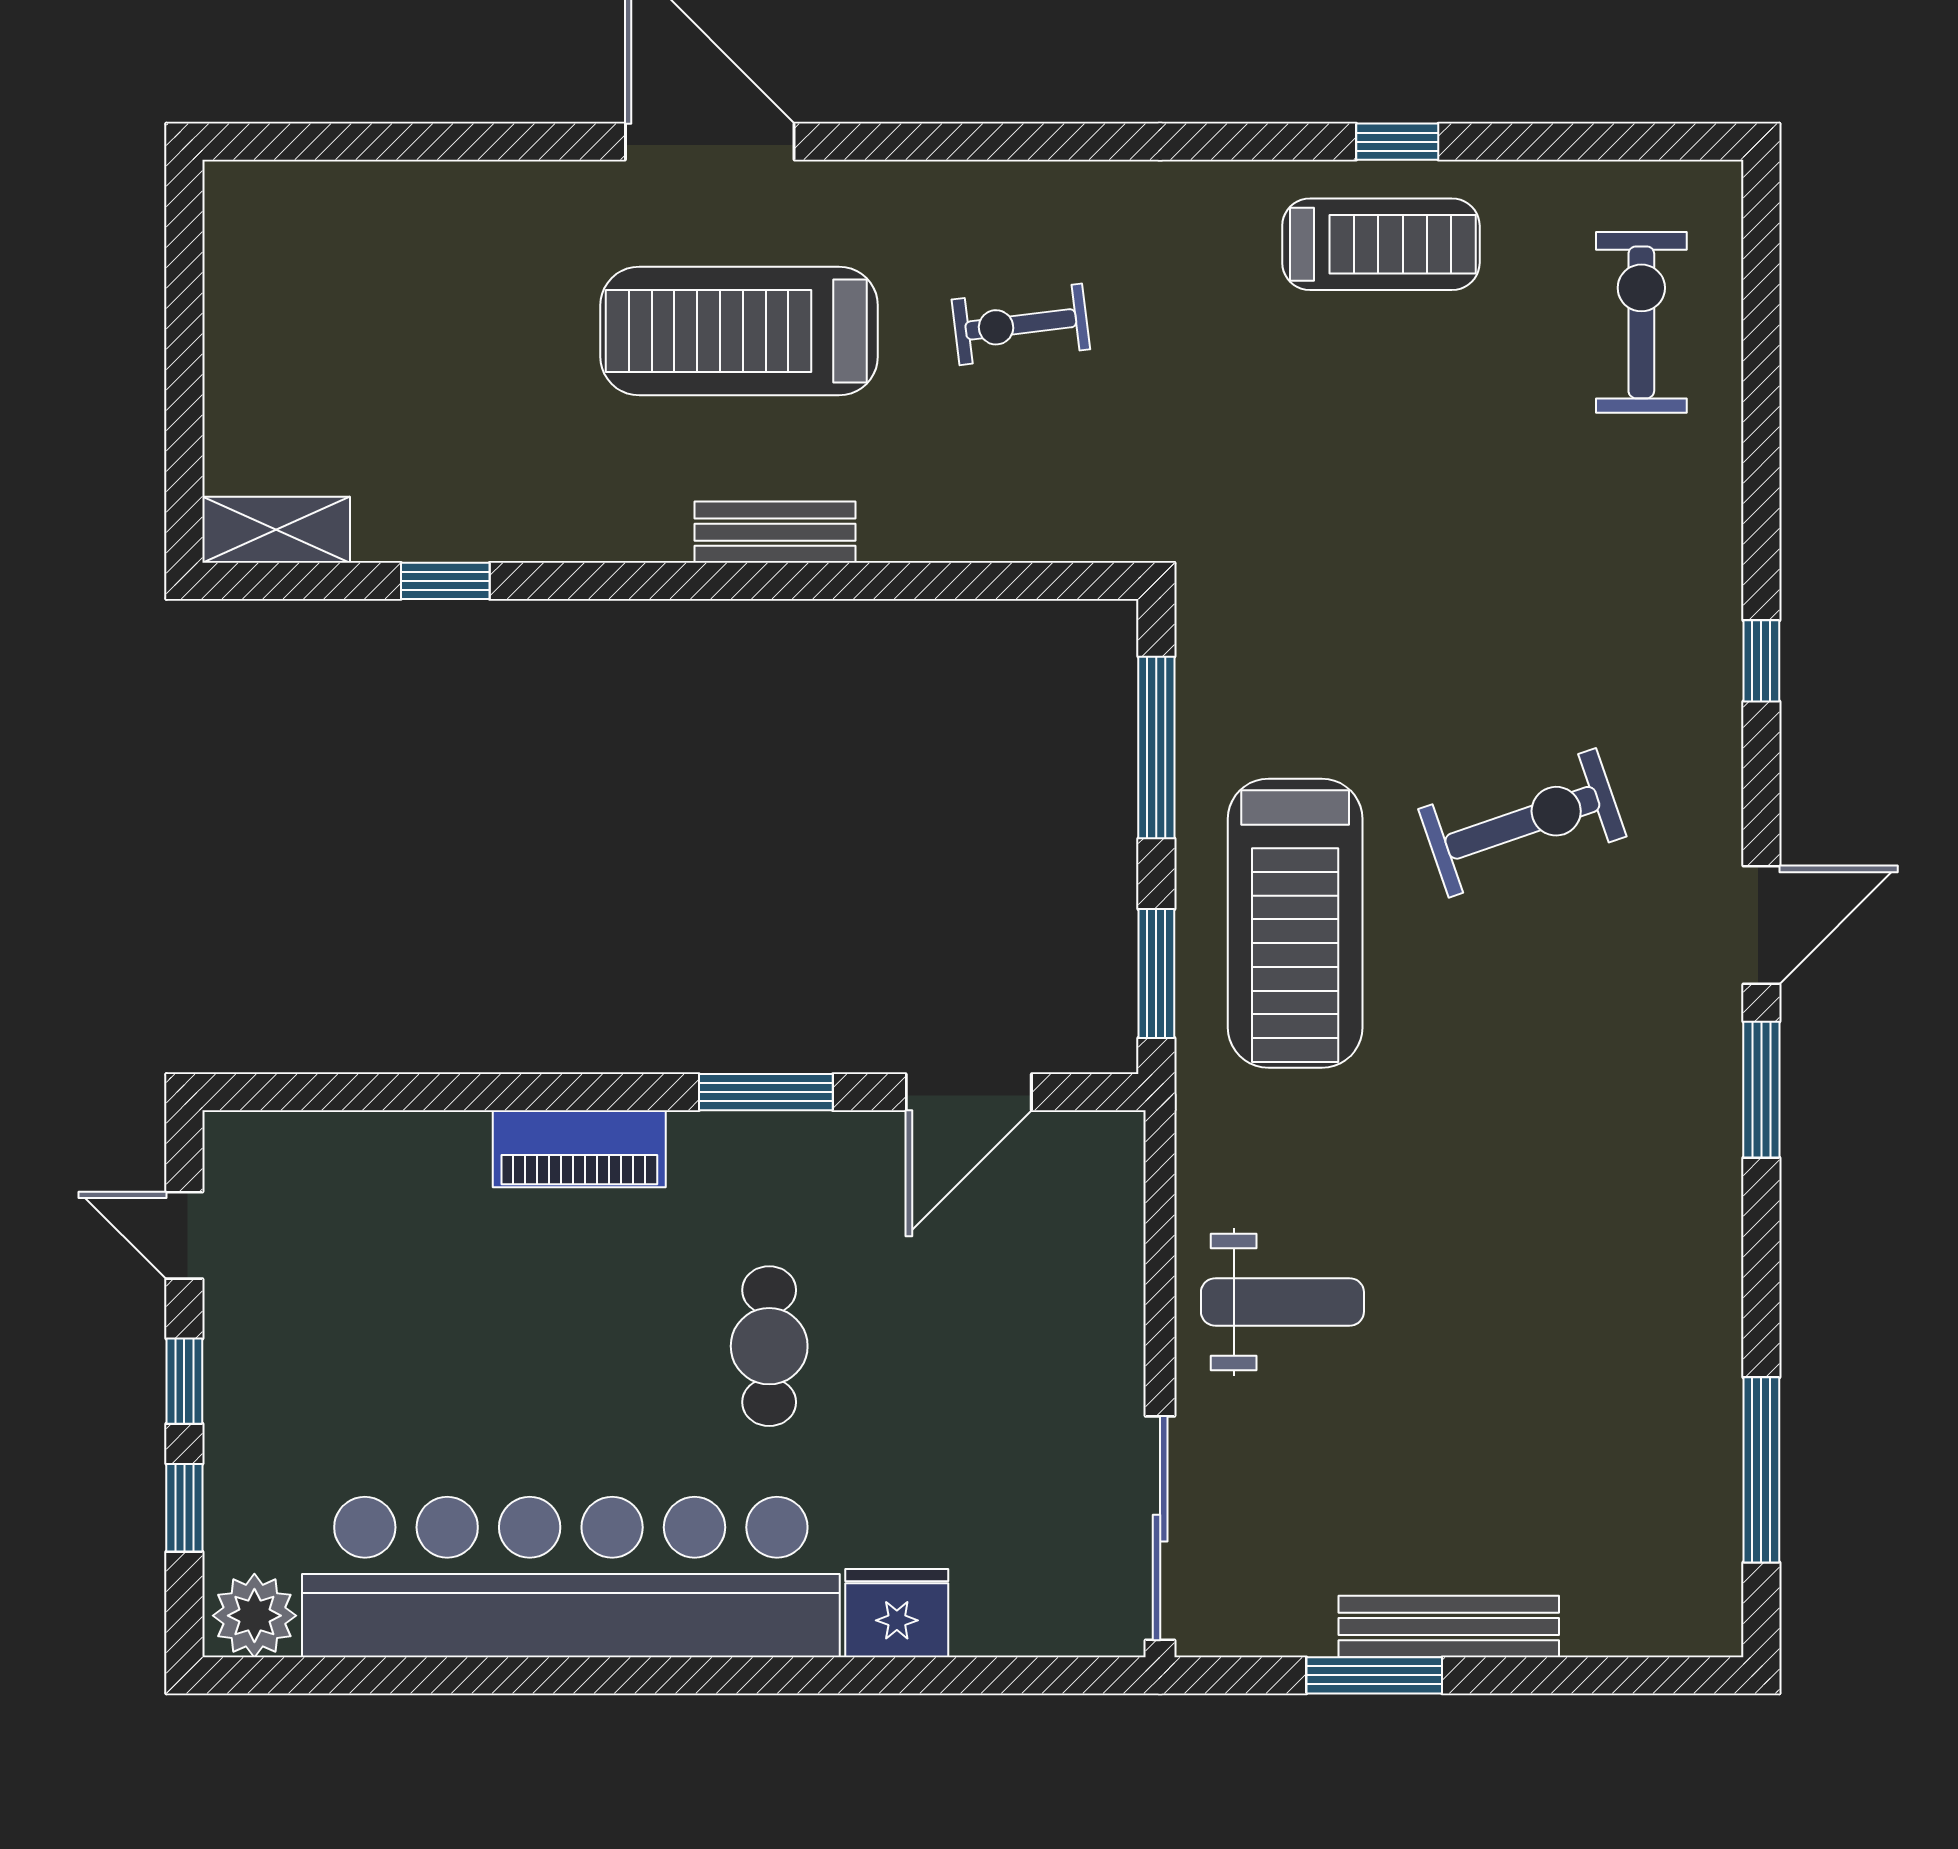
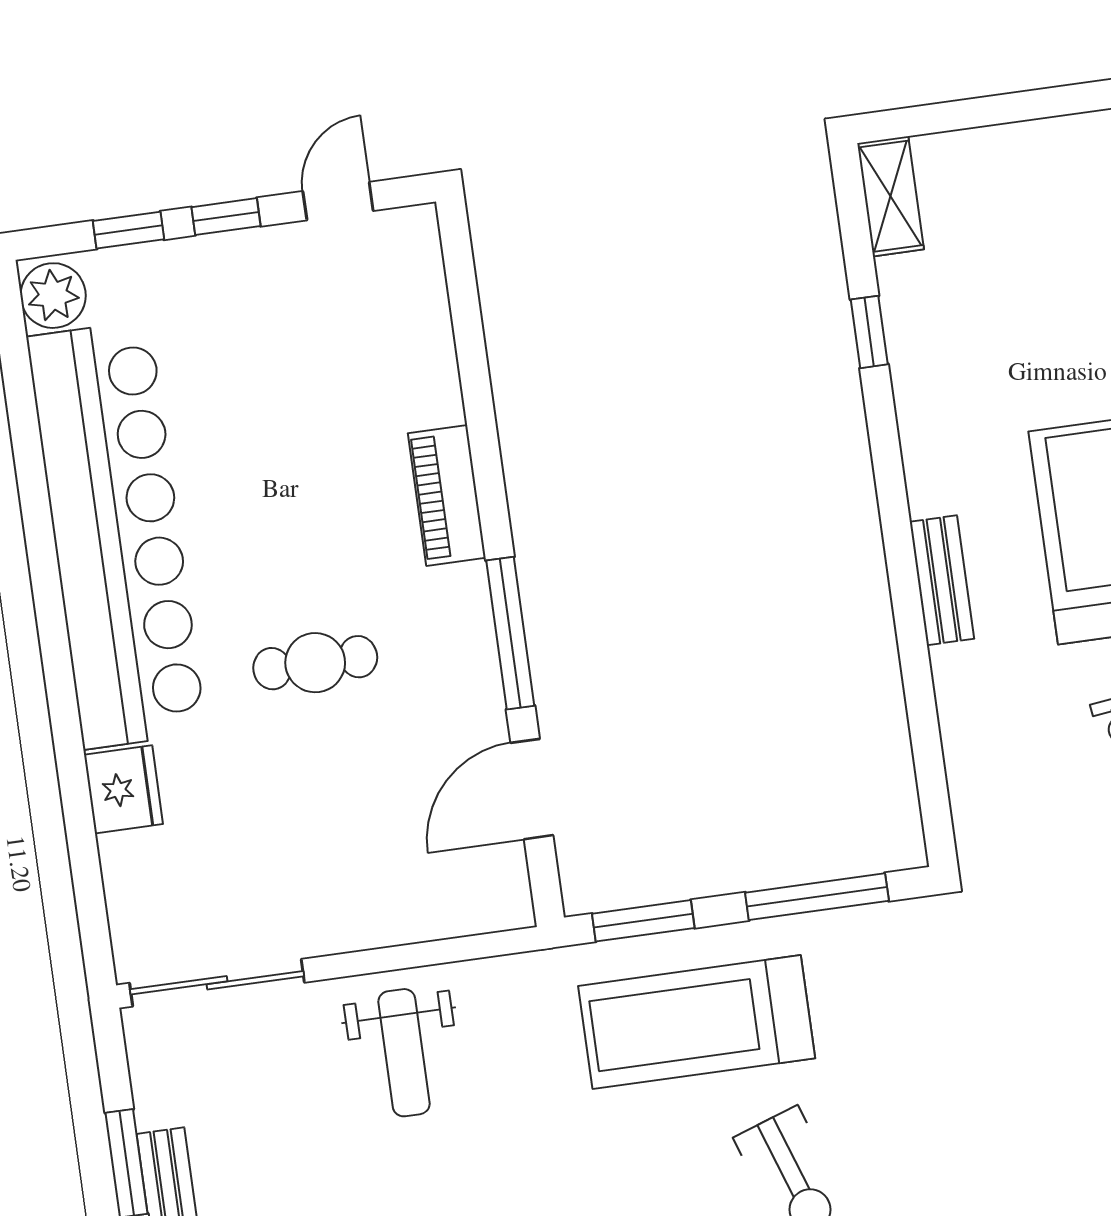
window: (766, 1092) -> (510, 633), width x1.44
door: (969, 1092) -> (532, 789), hinge flipped

